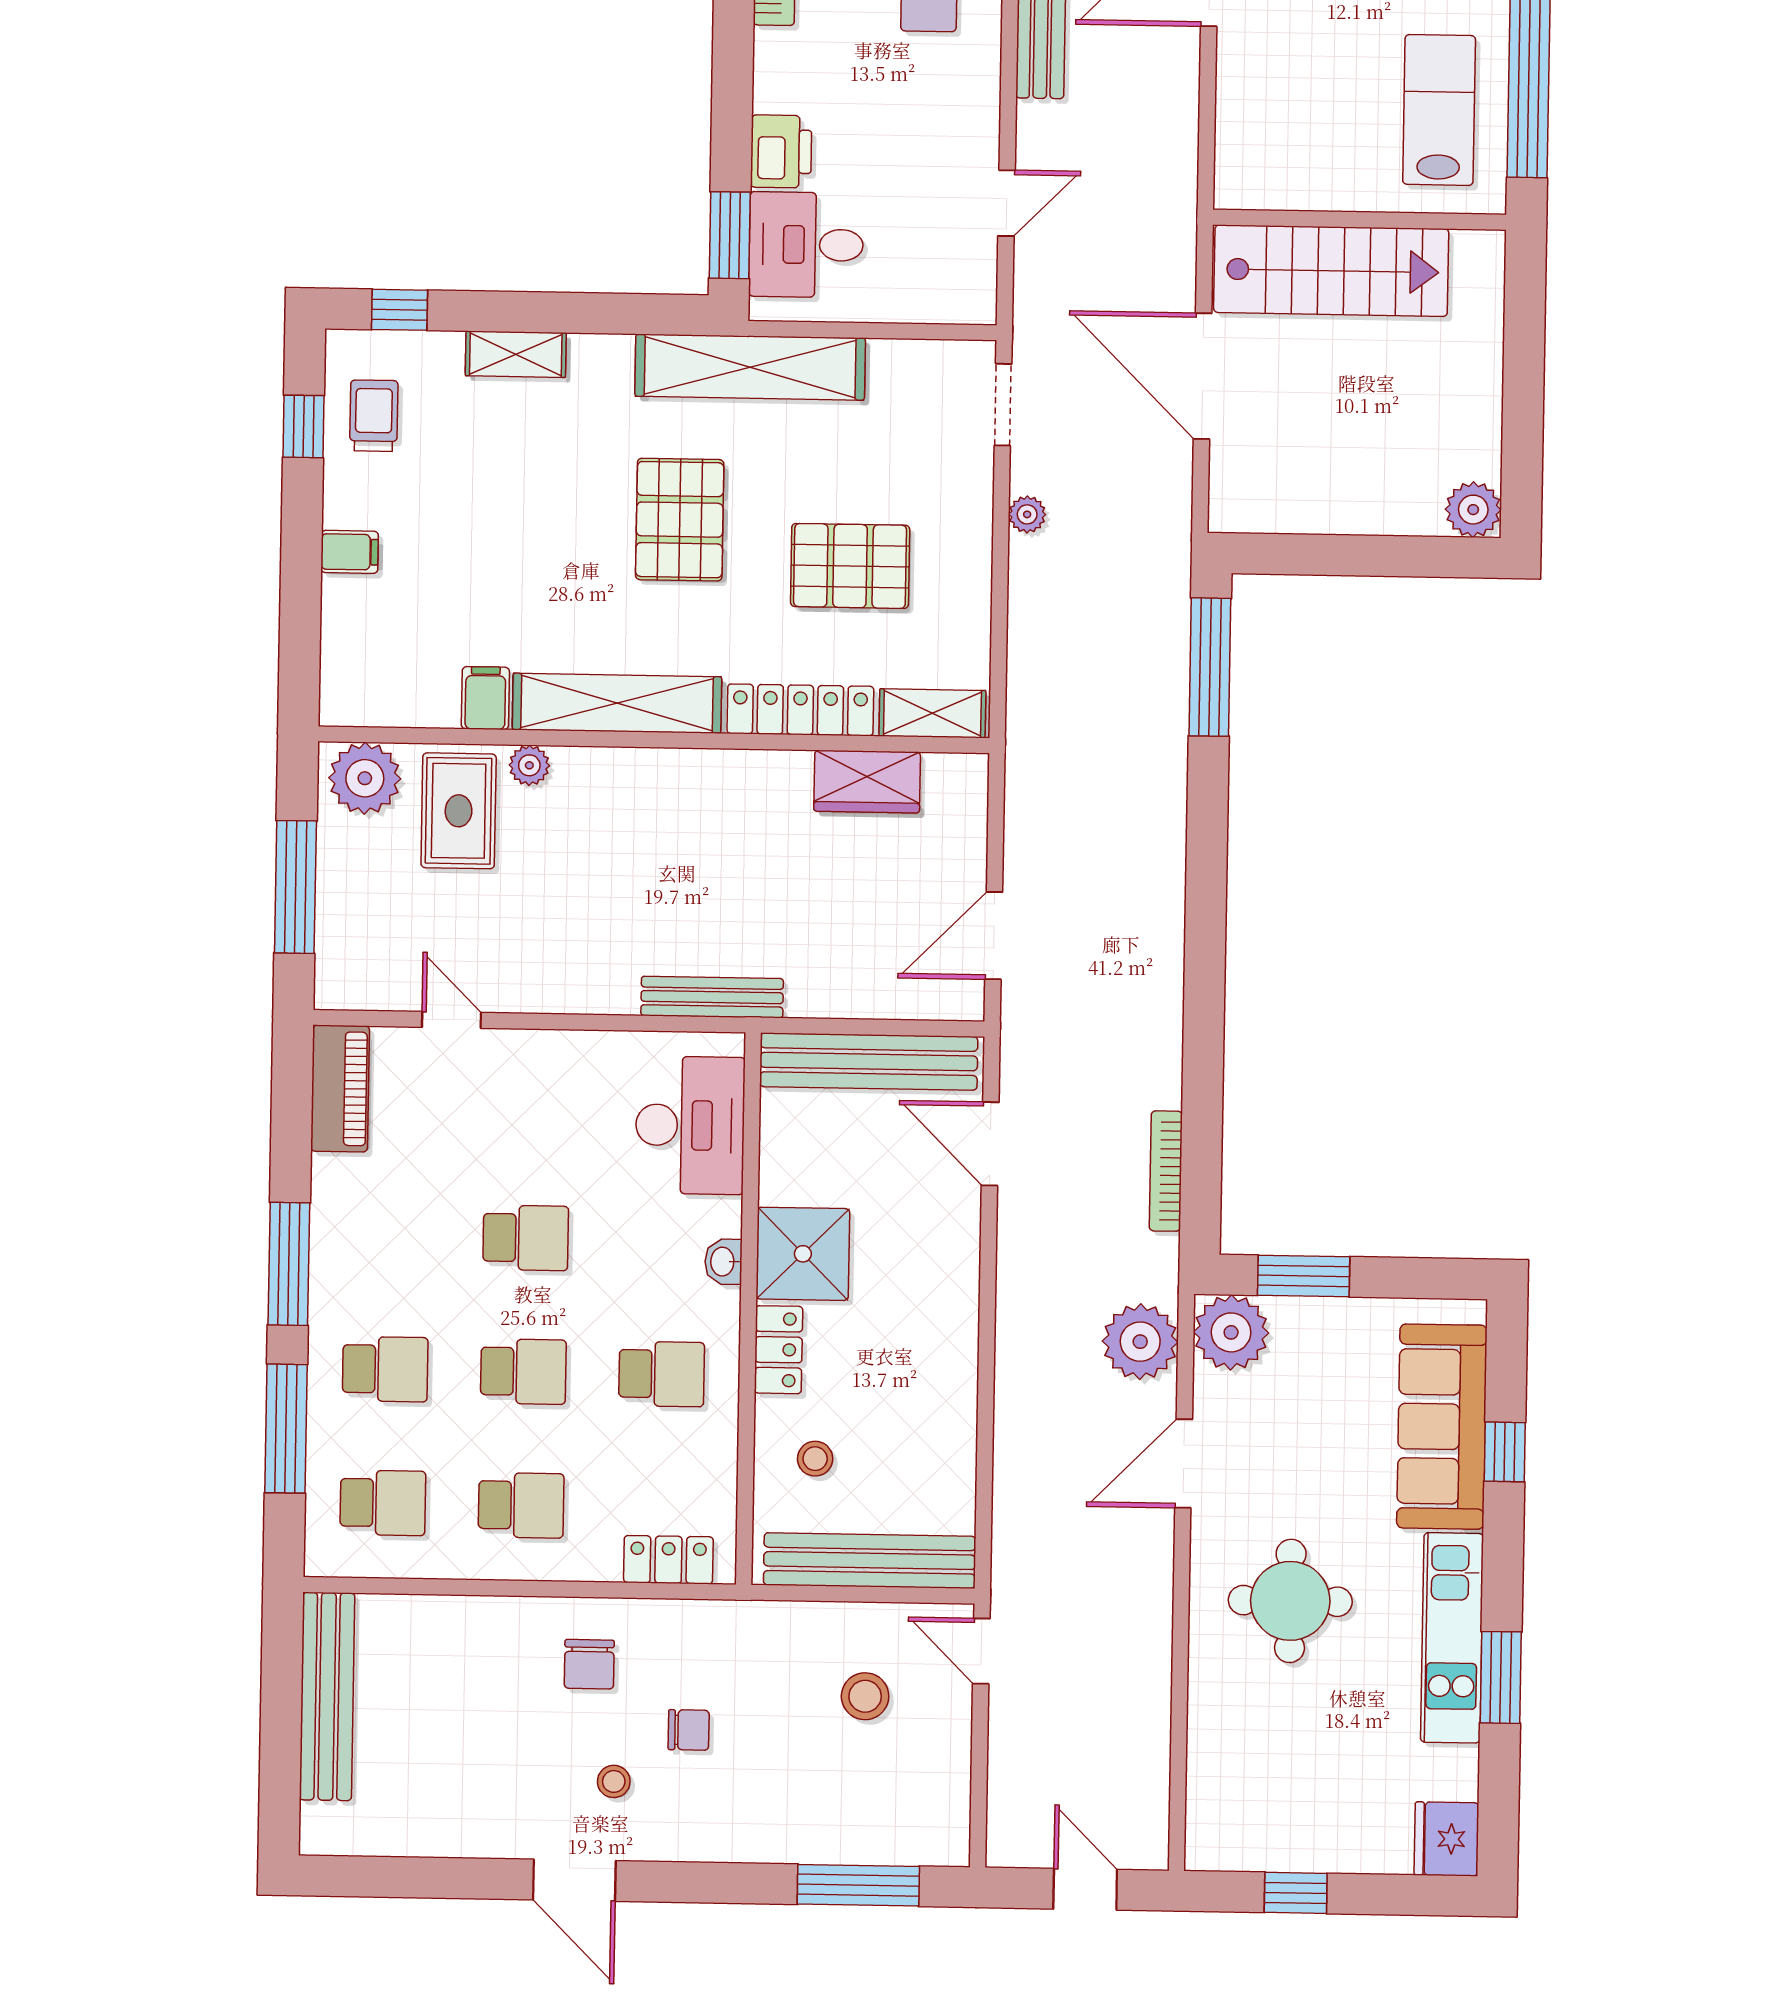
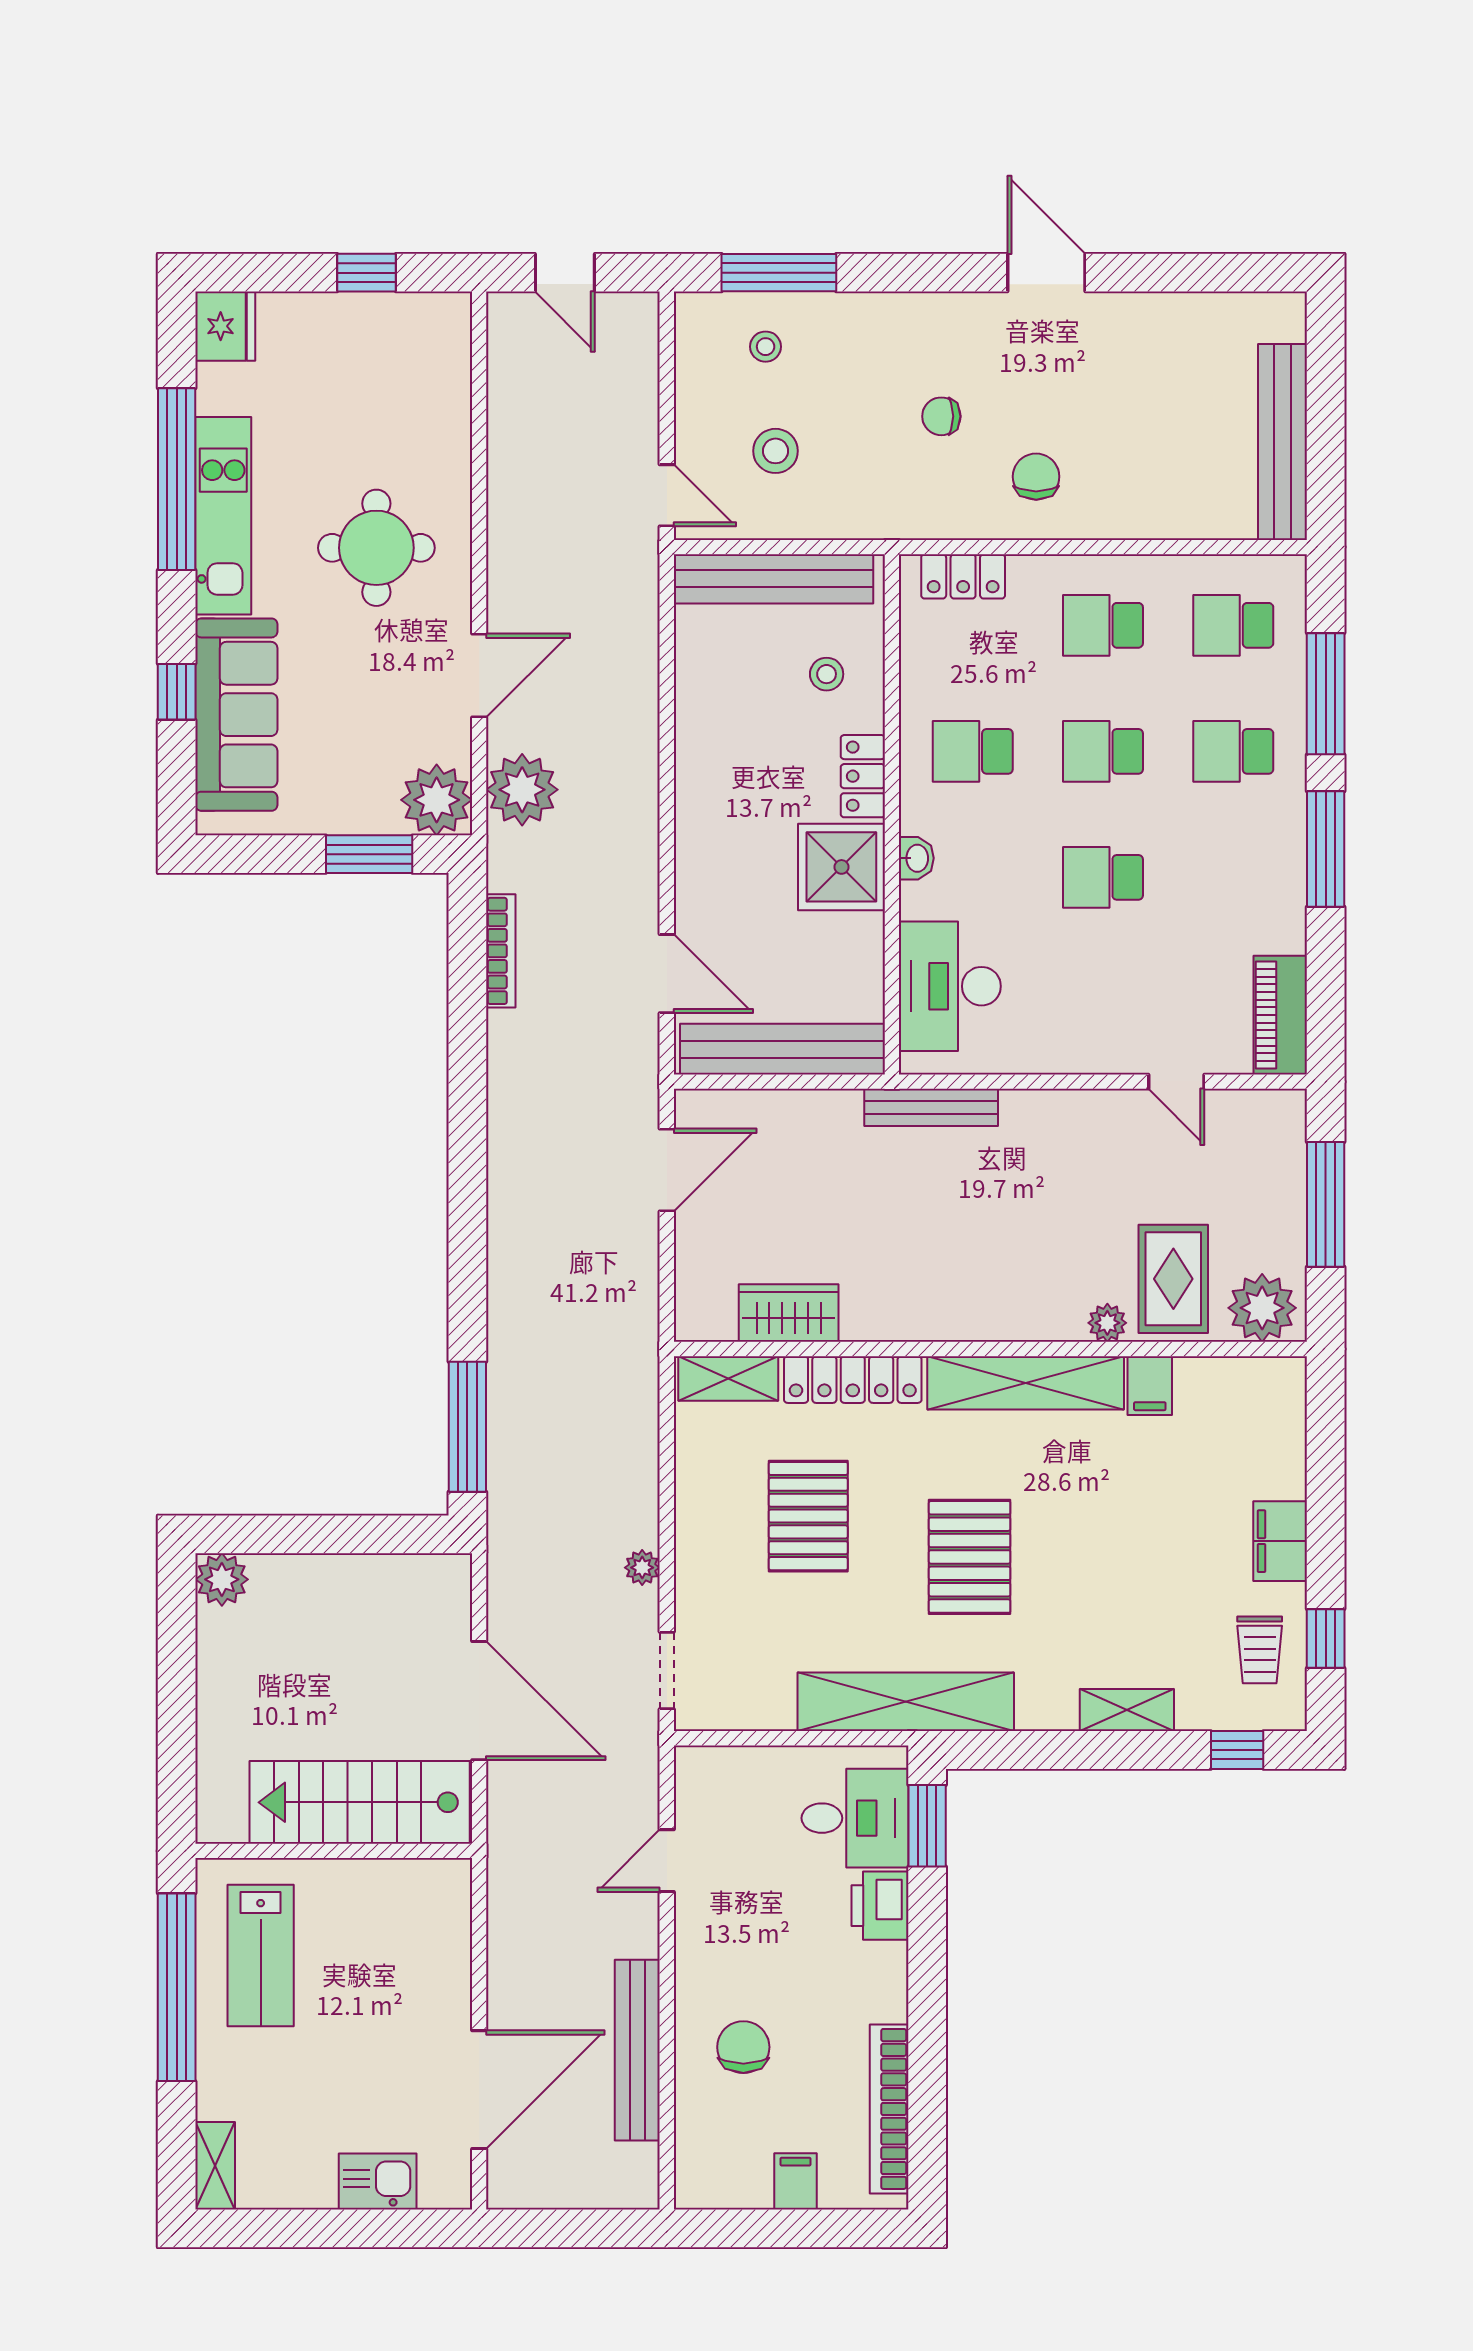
filing cabinet: (350, 552) -> (1280, 1541), width x2.00
pallet: (850, 566) -> (808, 1516), turned 90
window: (1501, 1677) -> (177, 479), width x2.11
stool: (614, 1781) -> (766, 347), moved

